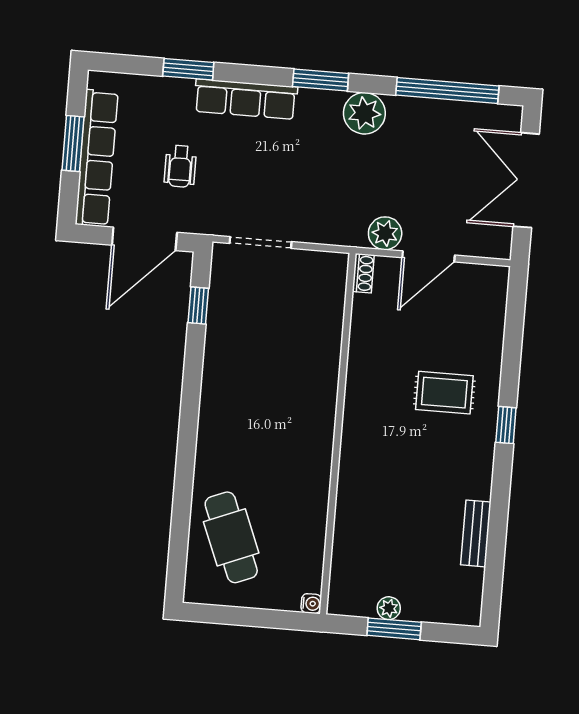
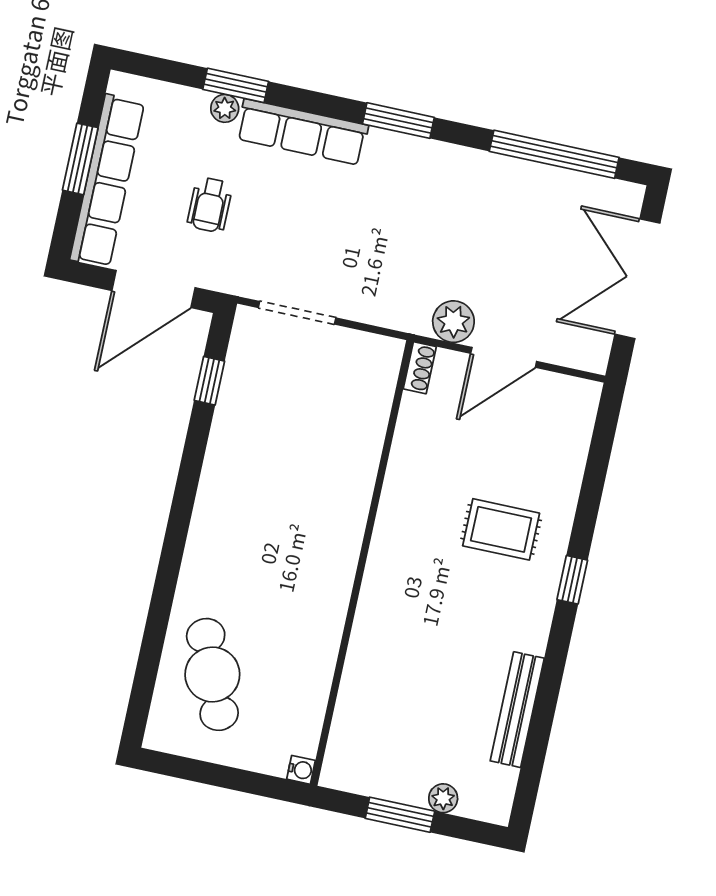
plant: (364, 113) -> (225, 108), moved, width x0.53, depth x0.53
bench: (476, 533) -> (517, 710), width x1.36
plant: (389, 608) -> (443, 798), moved

